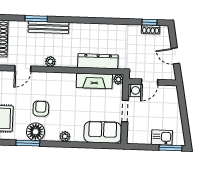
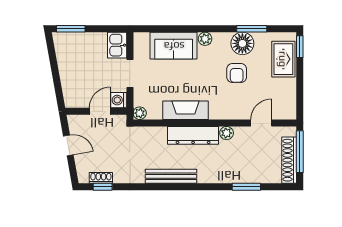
bench: (48, 27) -> (171, 176), moved
dresser: (98, 61) -> (193, 135), moved
fireplace: (94, 81) -> (185, 110), moved
sofa: (103, 132) -> (174, 46), moved
kitchen sink: (162, 137) -> (117, 45), moved, turned 90

